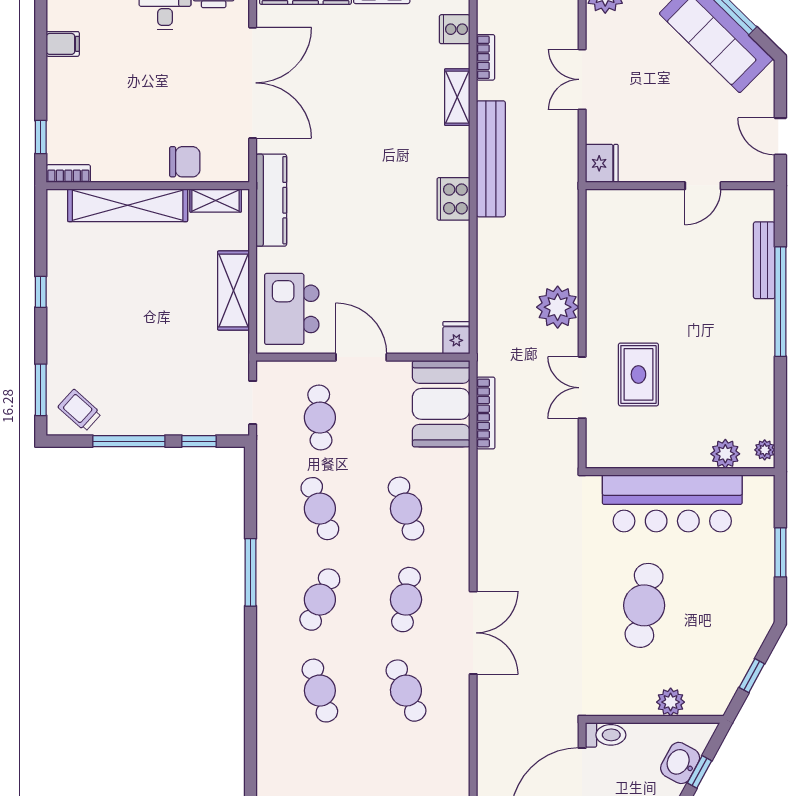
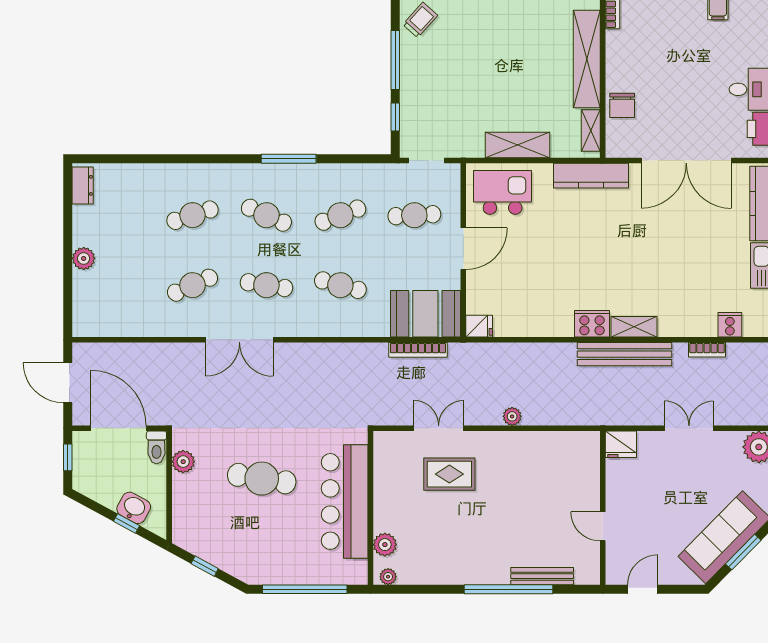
shelving: (457, 97) -> (634, 327), moved
plant: (558, 307) -> (512, 416), width x0.53, depth x0.53
cafe table: (406, 509) -> (340, 285), turned 33
window: (780, 552) -> (305, 589), width x2.11
plant: (671, 702) -> (183, 462), moved

